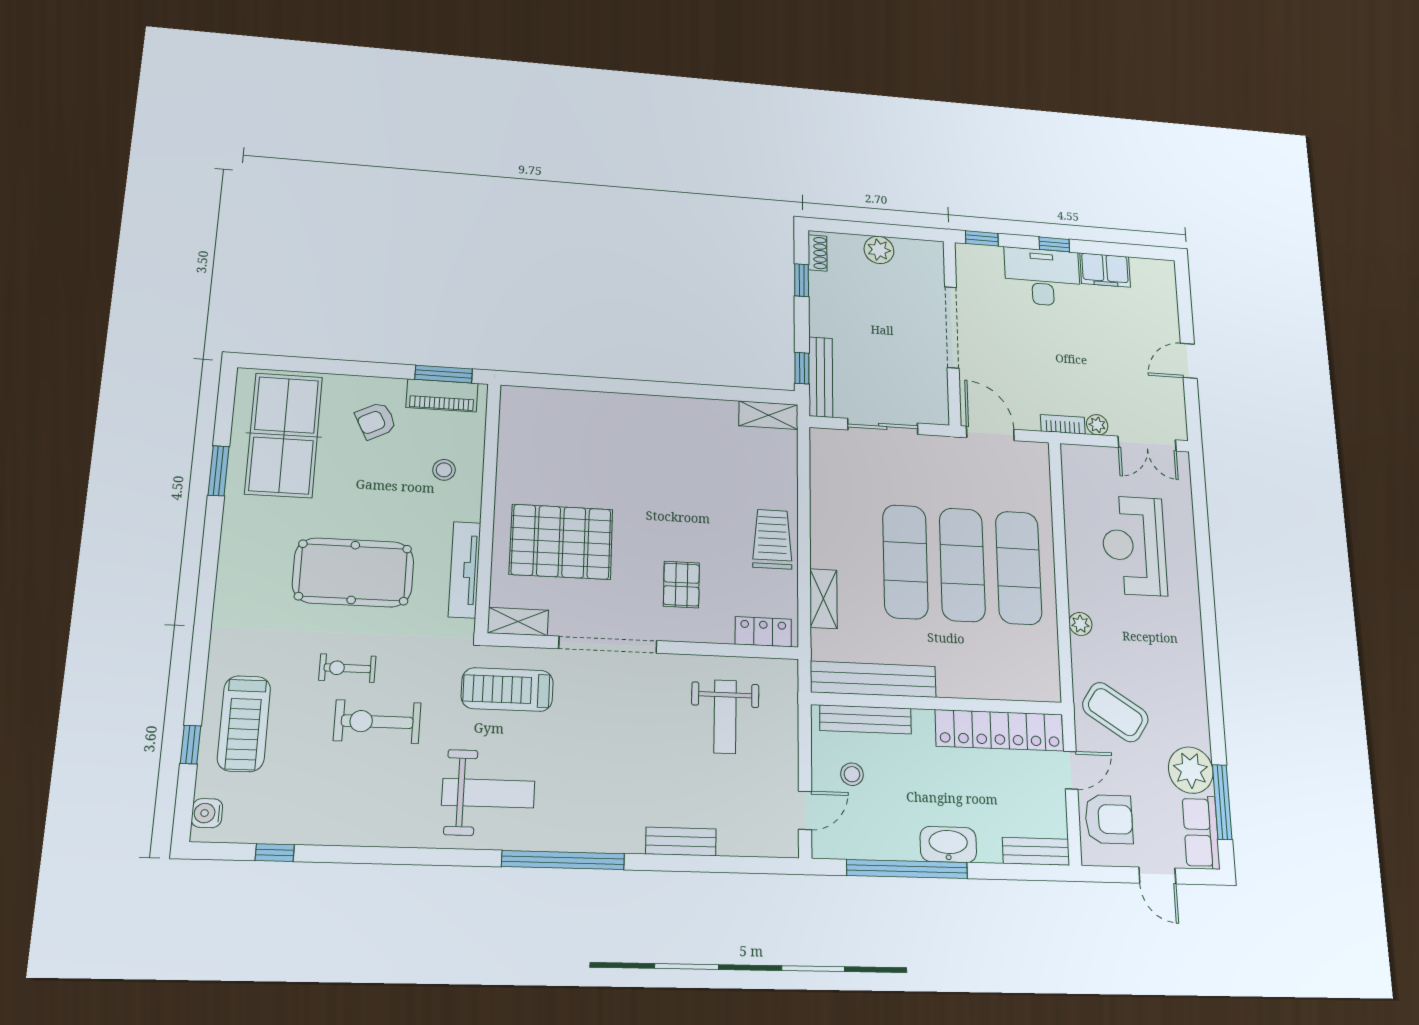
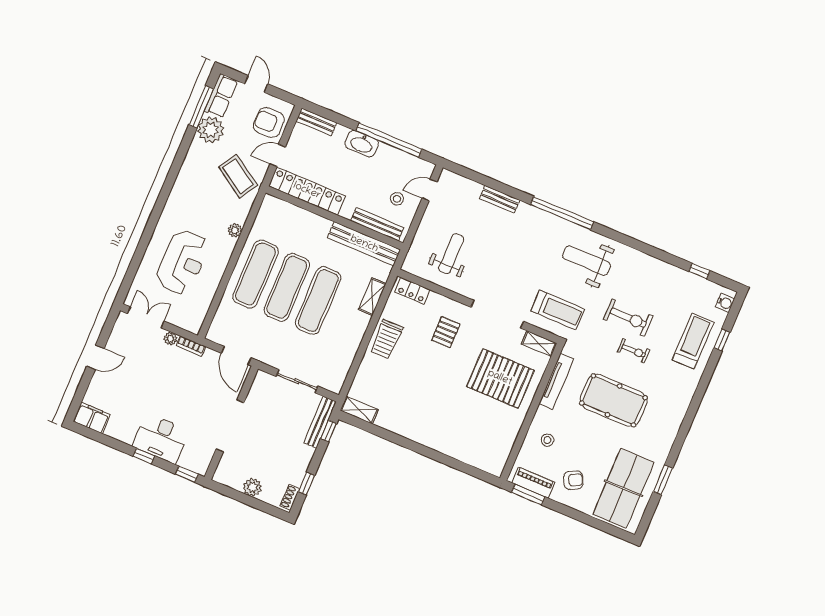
filing cabinet: (1105, 270) -> (92, 418), moved

